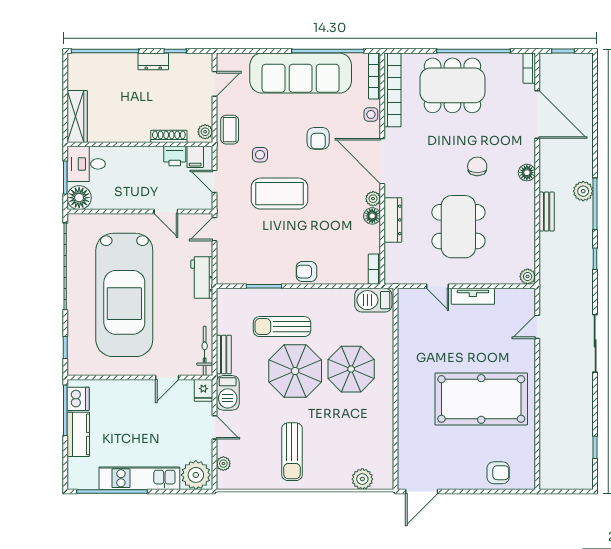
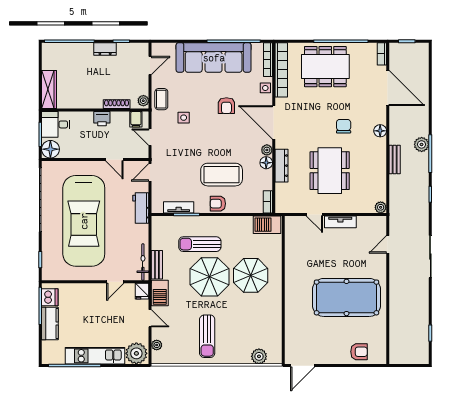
printer: (175, 156) -> (102, 119), moved
coffee table: (279, 194) -> (222, 175), moved
tv unit: (253, 276) -> (179, 207), added

